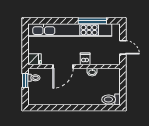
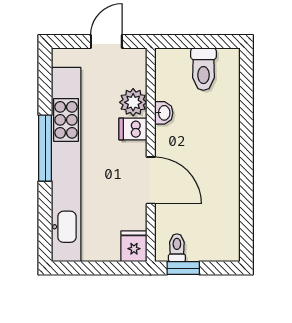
window: (92, 21) -> (45, 148), moved
plant: (97, 59) -> (133, 102), added
toilet: (111, 99) -> (203, 69), moved

